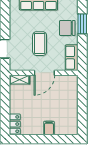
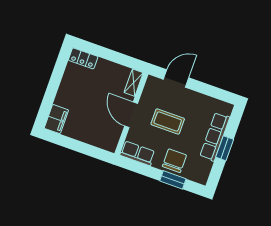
filing cabinet: (49, 128) -> (56, 119), moved, width x2.00

